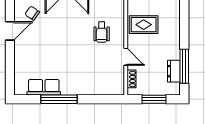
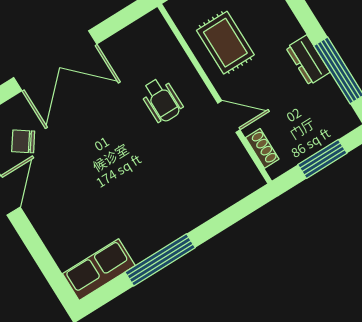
rug: (144, 25) -> (225, 43), turned 90
dresser: (174, 71) -> (308, 60), moved
row of seats: (44, 87) -> (99, 270), moved

